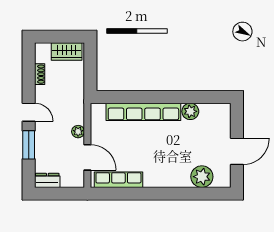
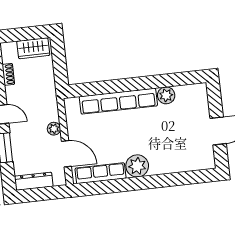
plant: (202, 177) -> (137, 166), moved
dresser: (47, 180) -> (34, 181), width x1.44

